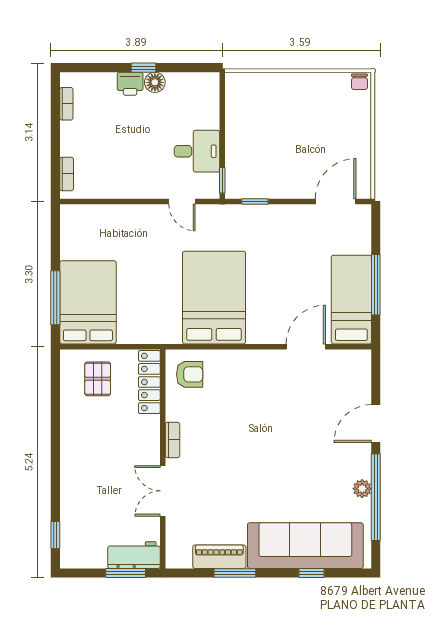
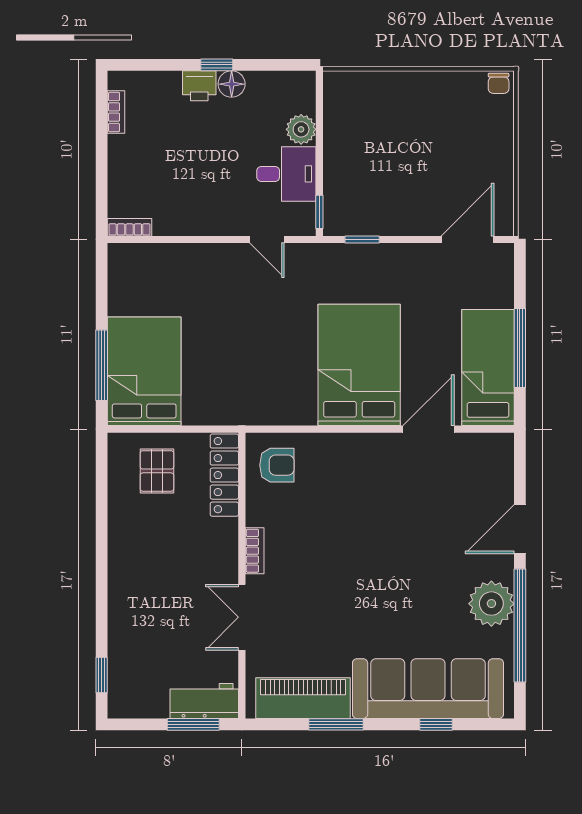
plant: (208, 117) -> (301, 129), added
bookcase: (67, 174) -> (129, 227), moved, turned -90
bed: (214, 298) -> (359, 365), moved
plant: (362, 489) -> (491, 604), width x1.88, depth x1.88
piano: (219, 557) -> (303, 698), width x1.37, depth x1.33

